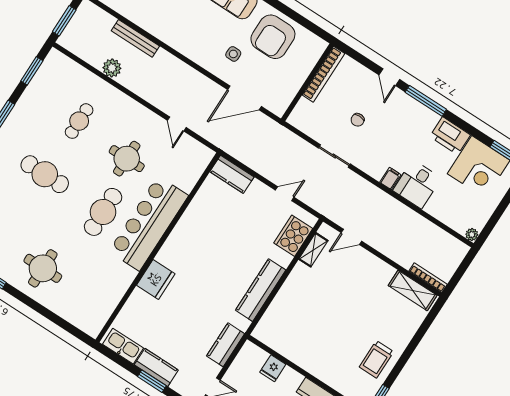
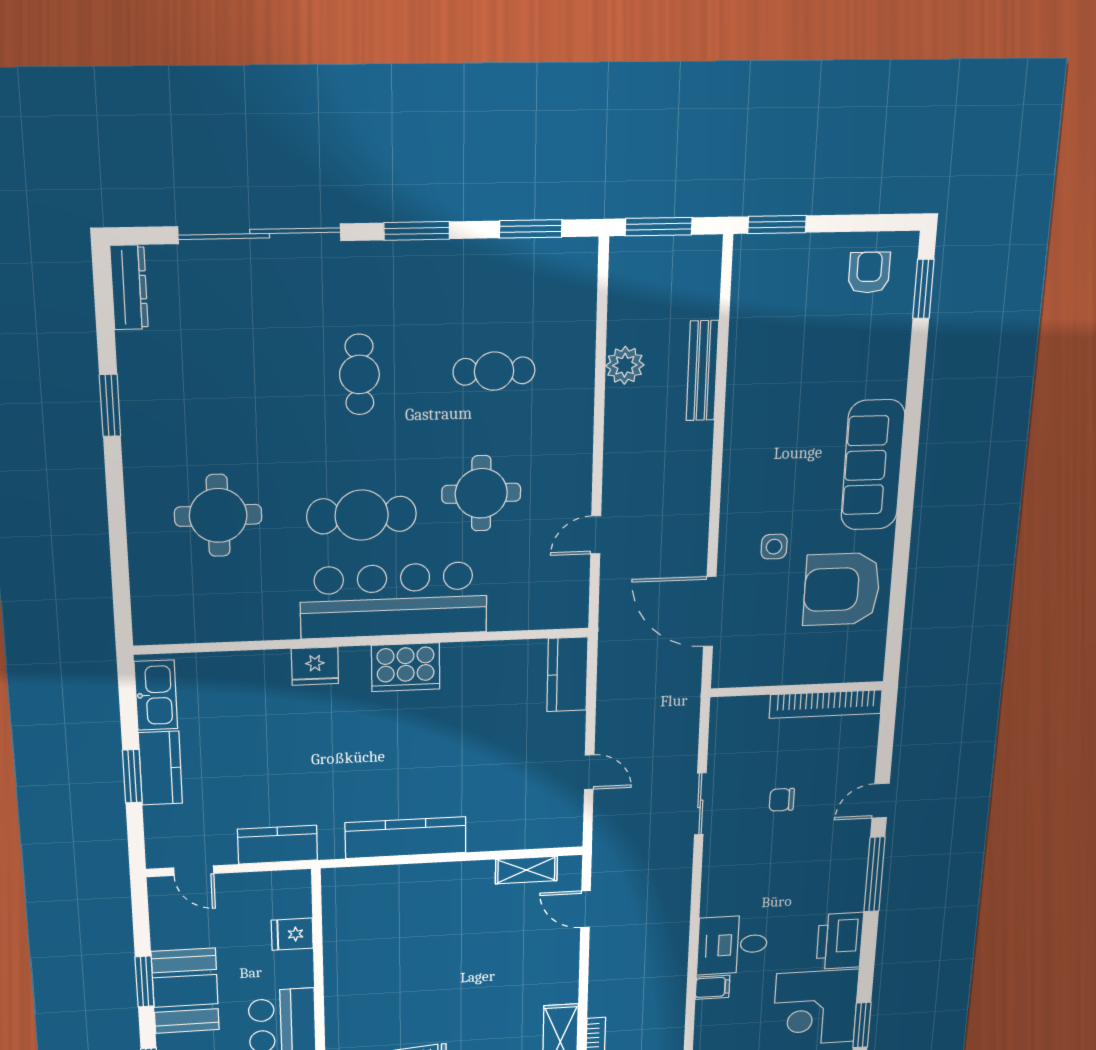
cafe table: (45, 174) -> (359, 375), width x0.73, depth x0.74
filing cabinet: (390, 179) -> (713, 987), moved
cooker: (293, 236) -> (406, 667), moved, turned 180
round table: (43, 268) -> (218, 515), moved
fridge: (156, 280) -> (315, 666), width x0.73, depth x0.75

